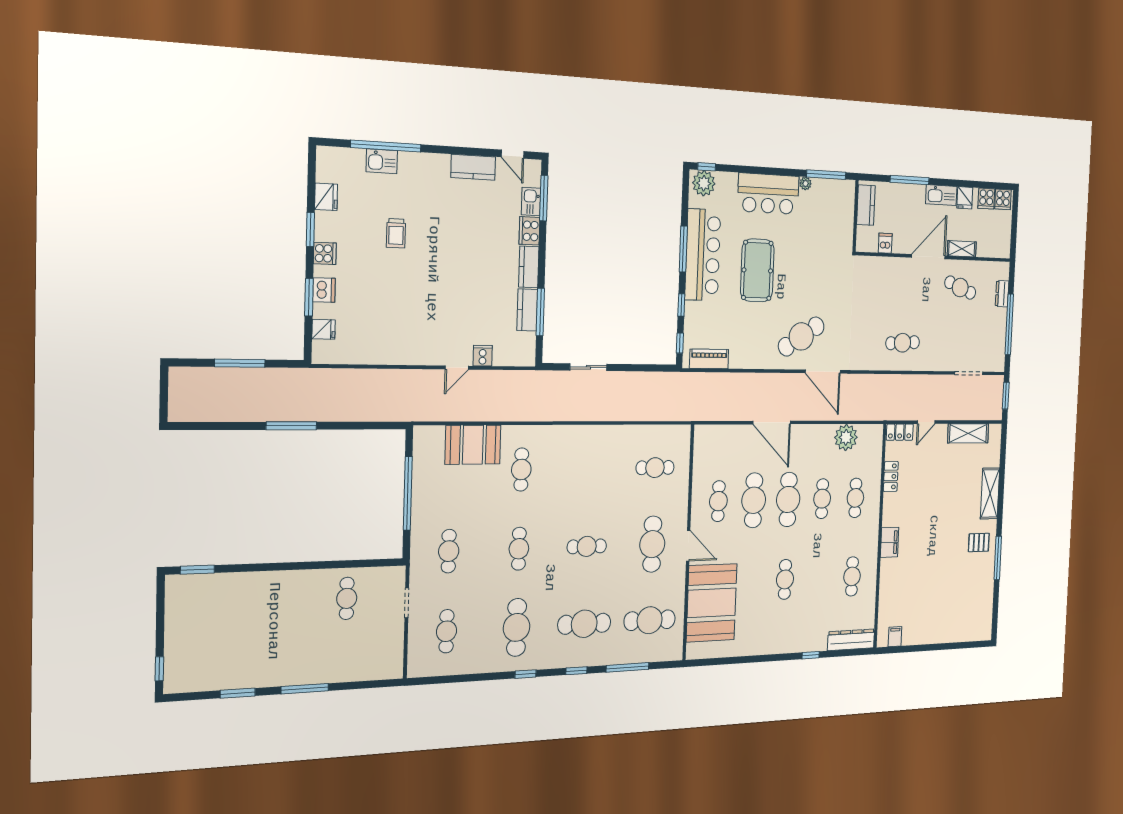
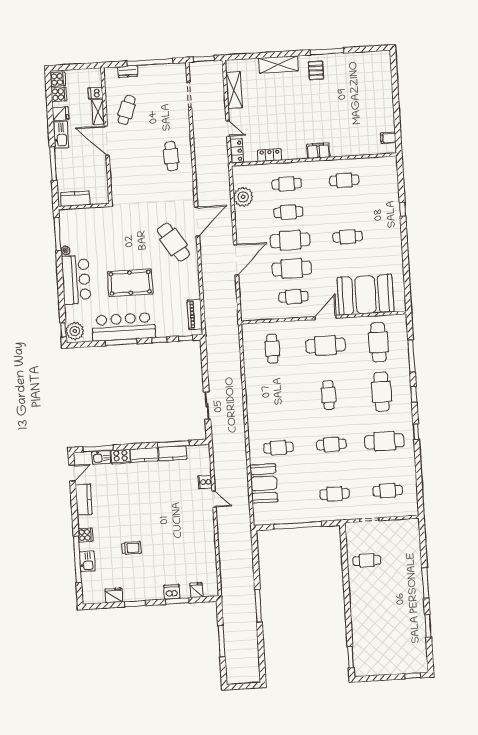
dishwasher: (885, 243) -> (95, 93), moved
cooker: (325, 253) -> (85, 535), moved, turned 90
dresser: (851, 640) -> (391, 176), removed

